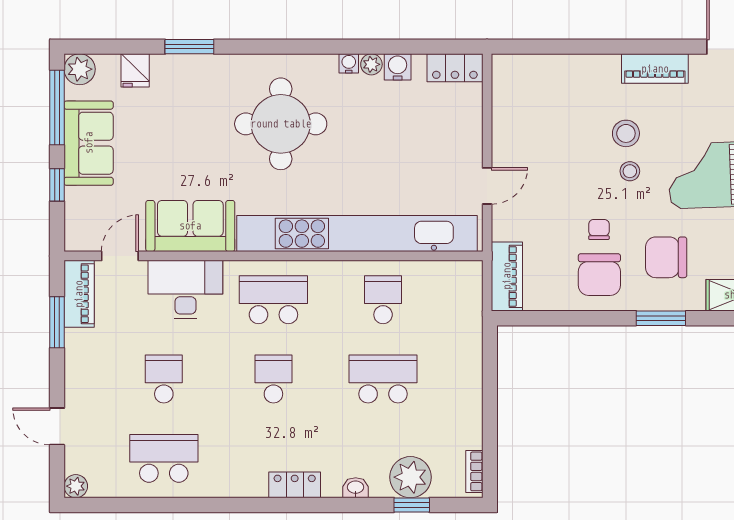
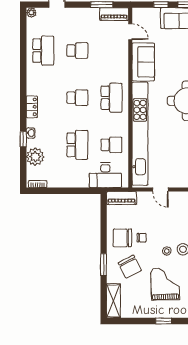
chair: (666, 257) -> (130, 267), turned 153
desk: (185, 290) -> (105, 175), moved, turned 90
window: (412, 505) -> (23, 139), moved

